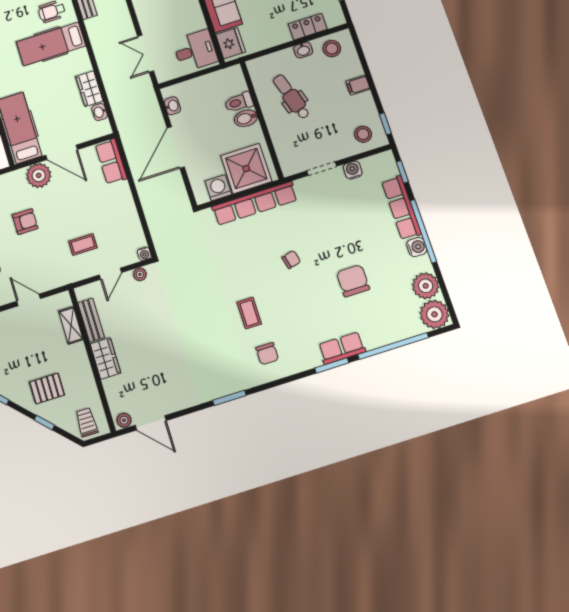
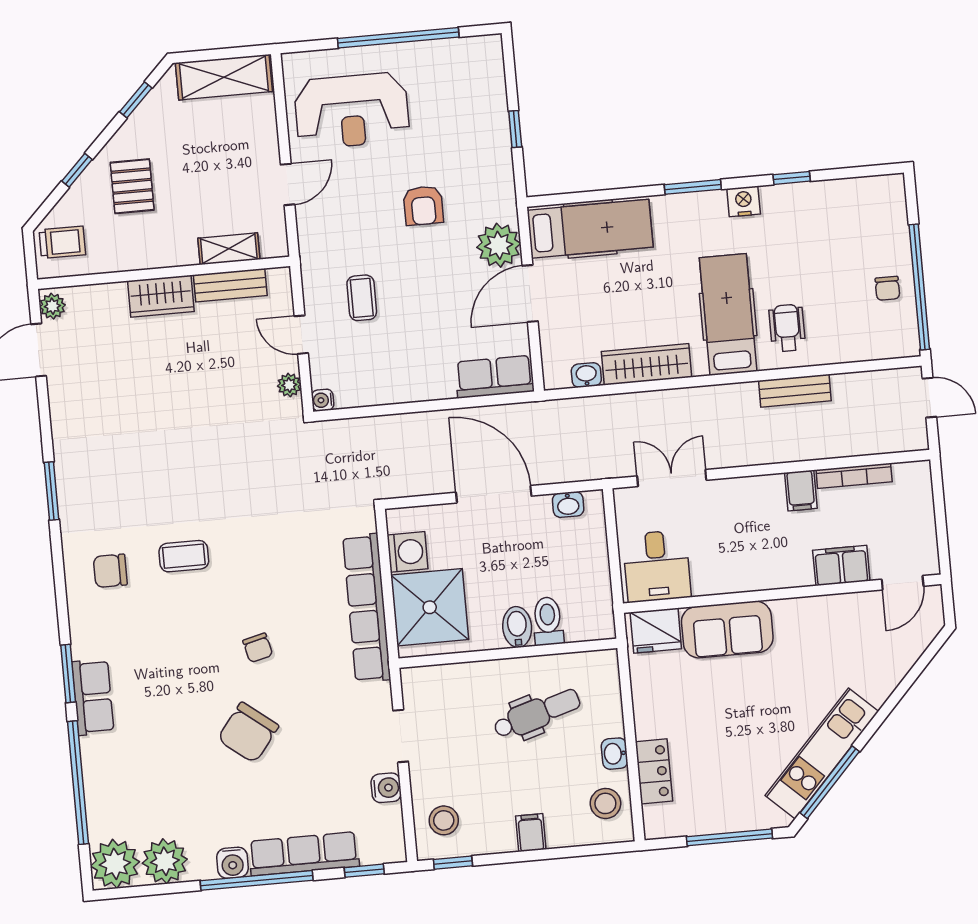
wardrobe: (89, 89) -> (646, 364), width x1.50
chair: (353, 281) -> (248, 733), moved, turned 128

